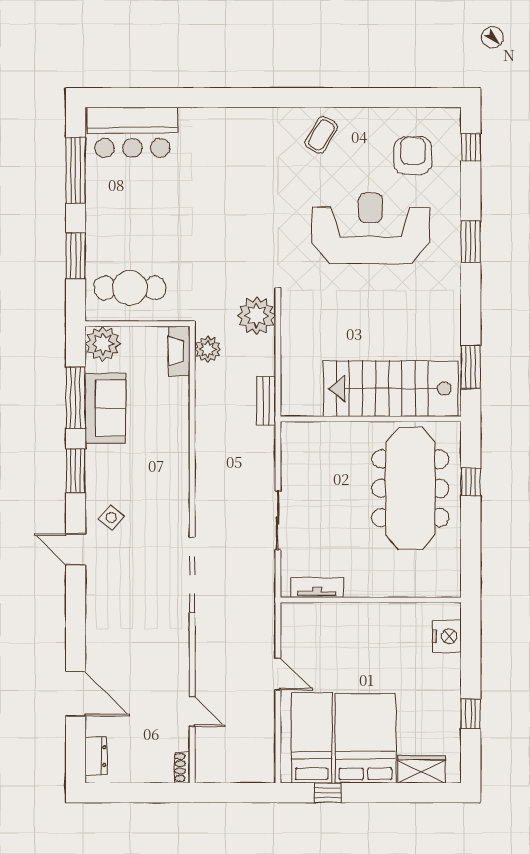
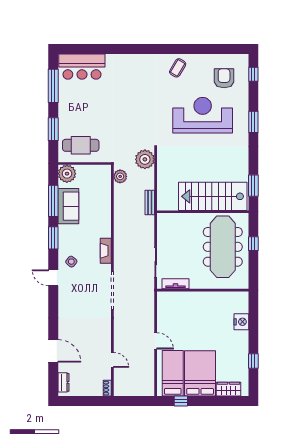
fireplace: (179, 351) -> (106, 251), moved
tv unit: (317, 587) -> (176, 284), moved
wall: (371, 600) -> (203, 290), moved

